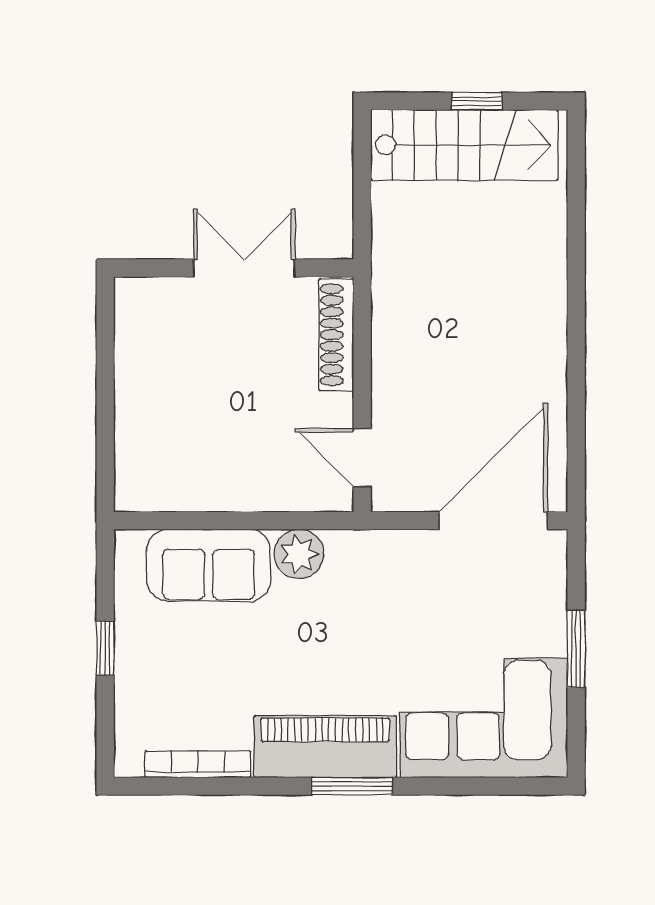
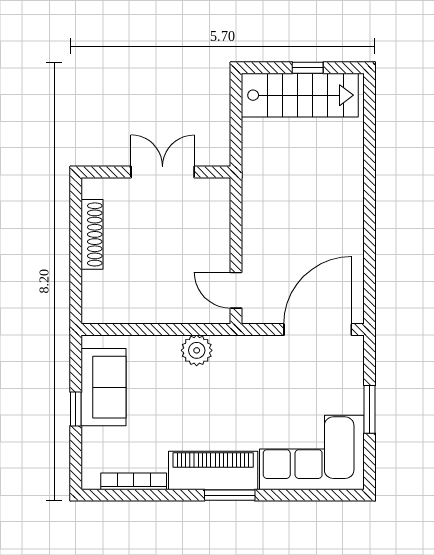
shoe rack: (336, 335) -> (92, 234), moved, turned 180
sofa: (209, 565) -> (104, 387), moved, turned -90

